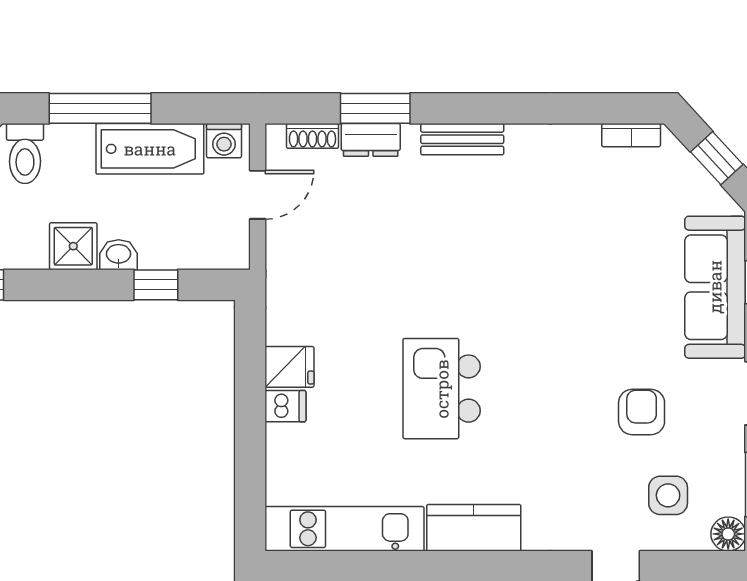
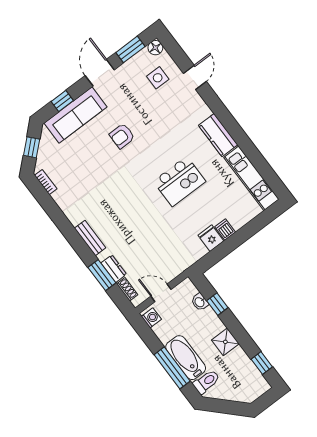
bathtub: (150, 149) -> (186, 358), moved
washbasin: (119, 255) -> (200, 302), moved
armchair: (642, 412) -> (122, 136), moved

